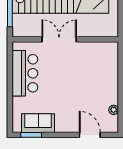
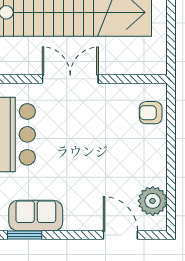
armchair: (108, 60) -> (151, 113), added
plant: (114, 110) -> (153, 201), width x1.88, depth x1.88

